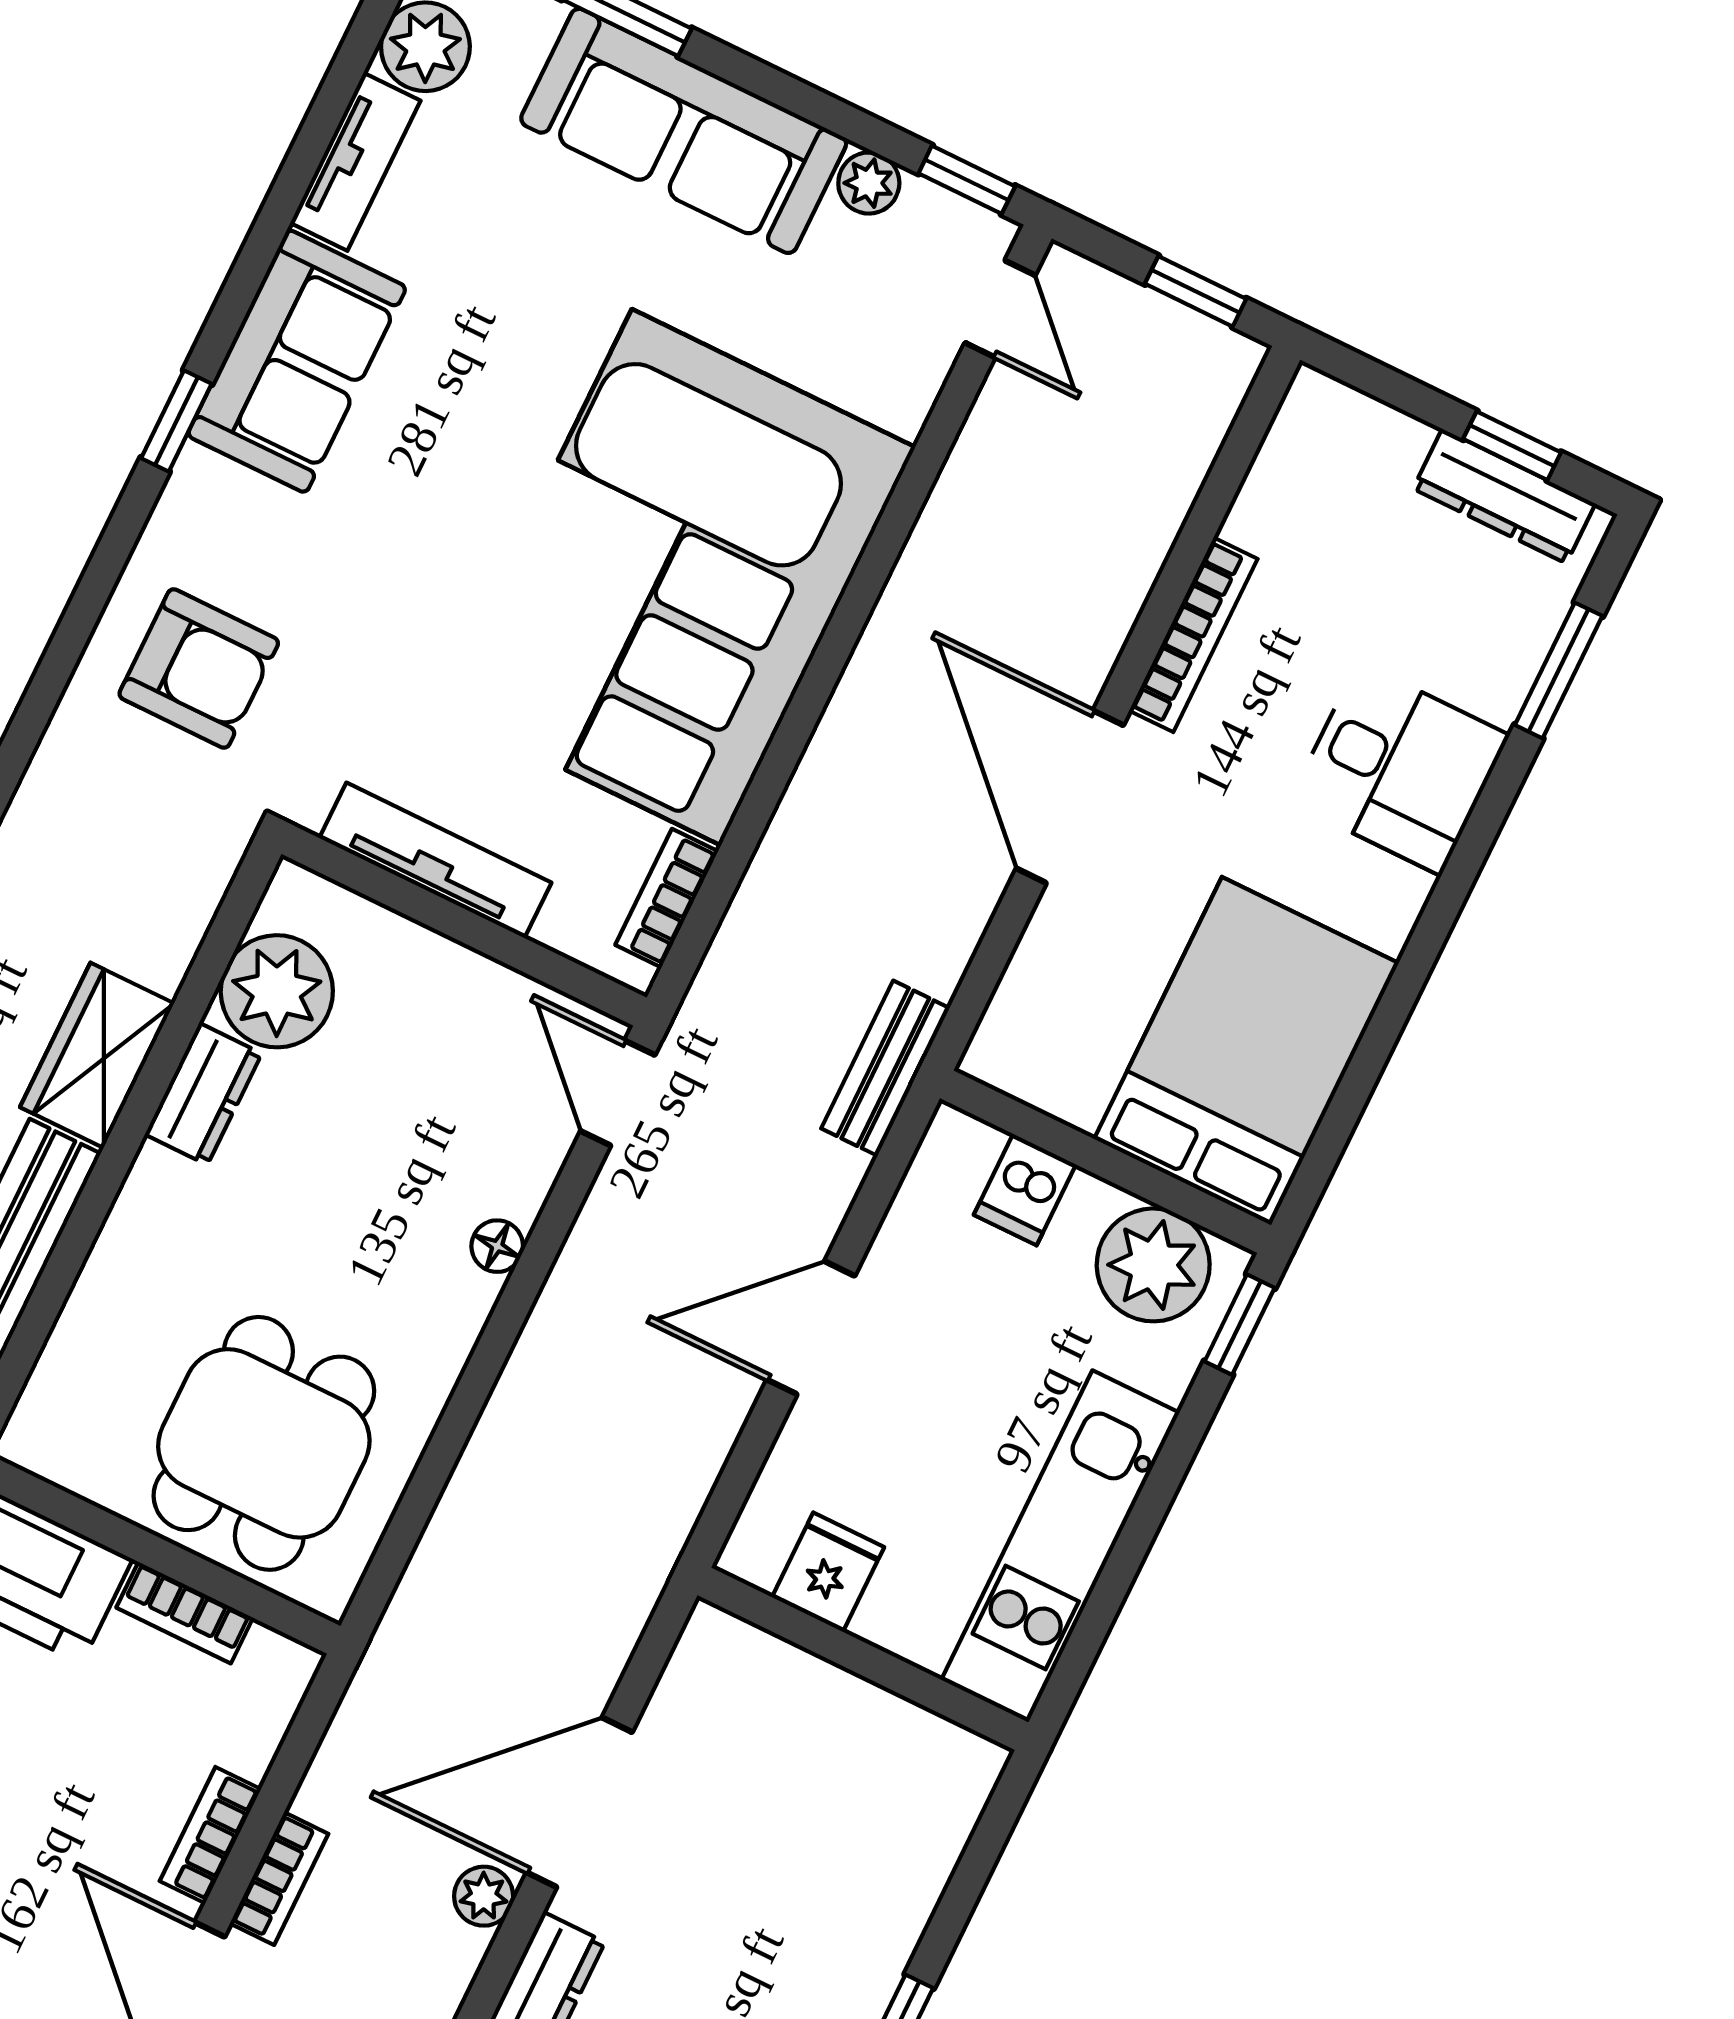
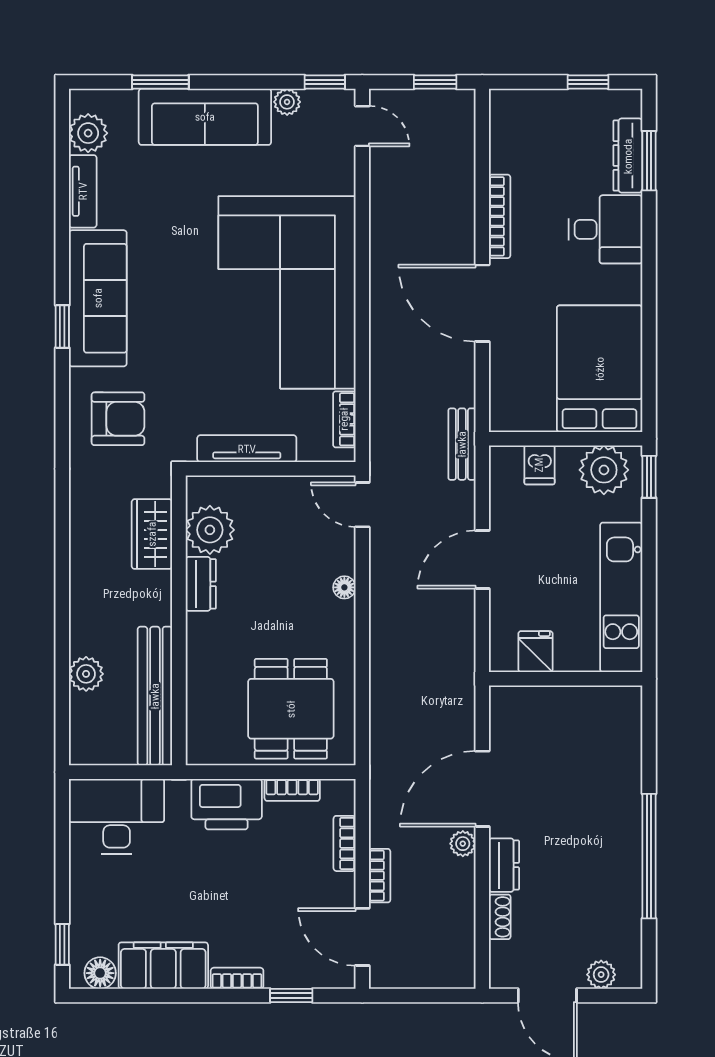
sofa: (297, 361) -> (98, 298), width x1.36
dresser: (1504, 496) -> (628, 156), moved, turned 90
wardrobe: (97, 1055) -> (152, 534), moved
bookcase: (210, 1835) -> (345, 843), moved

